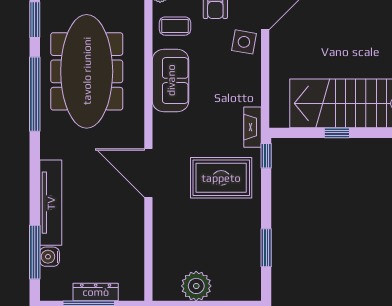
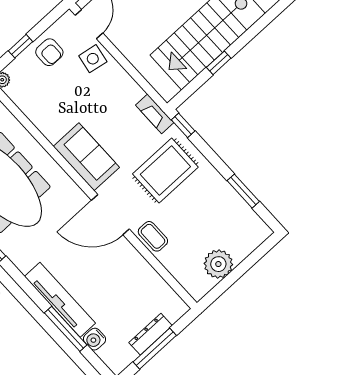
coffee table: (175, 26) -> (153, 236), moved, turned 90
sofa: (171, 80) -> (86, 157), moved
window: (35, 252) -> (66, 329), moved

